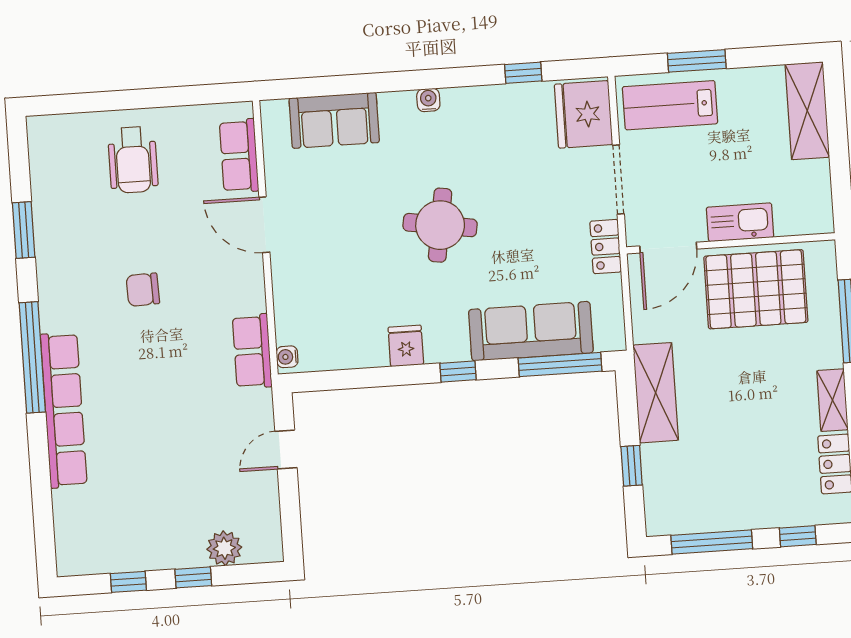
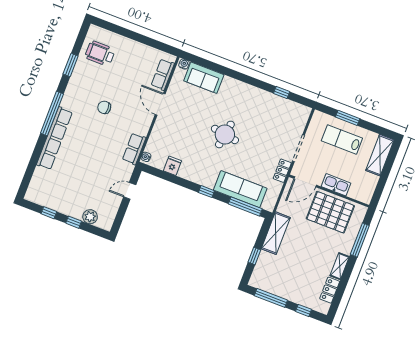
water cooler: (428, 100) -> (184, 64), moved
lab bench: (670, 105) -> (342, 140), moved
fridge: (583, 114) -> (297, 118), removed
wheelchair: (133, 160) -> (100, 53), moved, turned 90
fridge: (406, 346) -> (172, 166), moved

